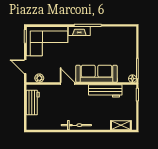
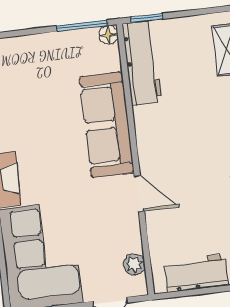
door: (67, 84) -> (139, 193), swing flipped
workbench: (105, 91) -> (142, 63), moved

